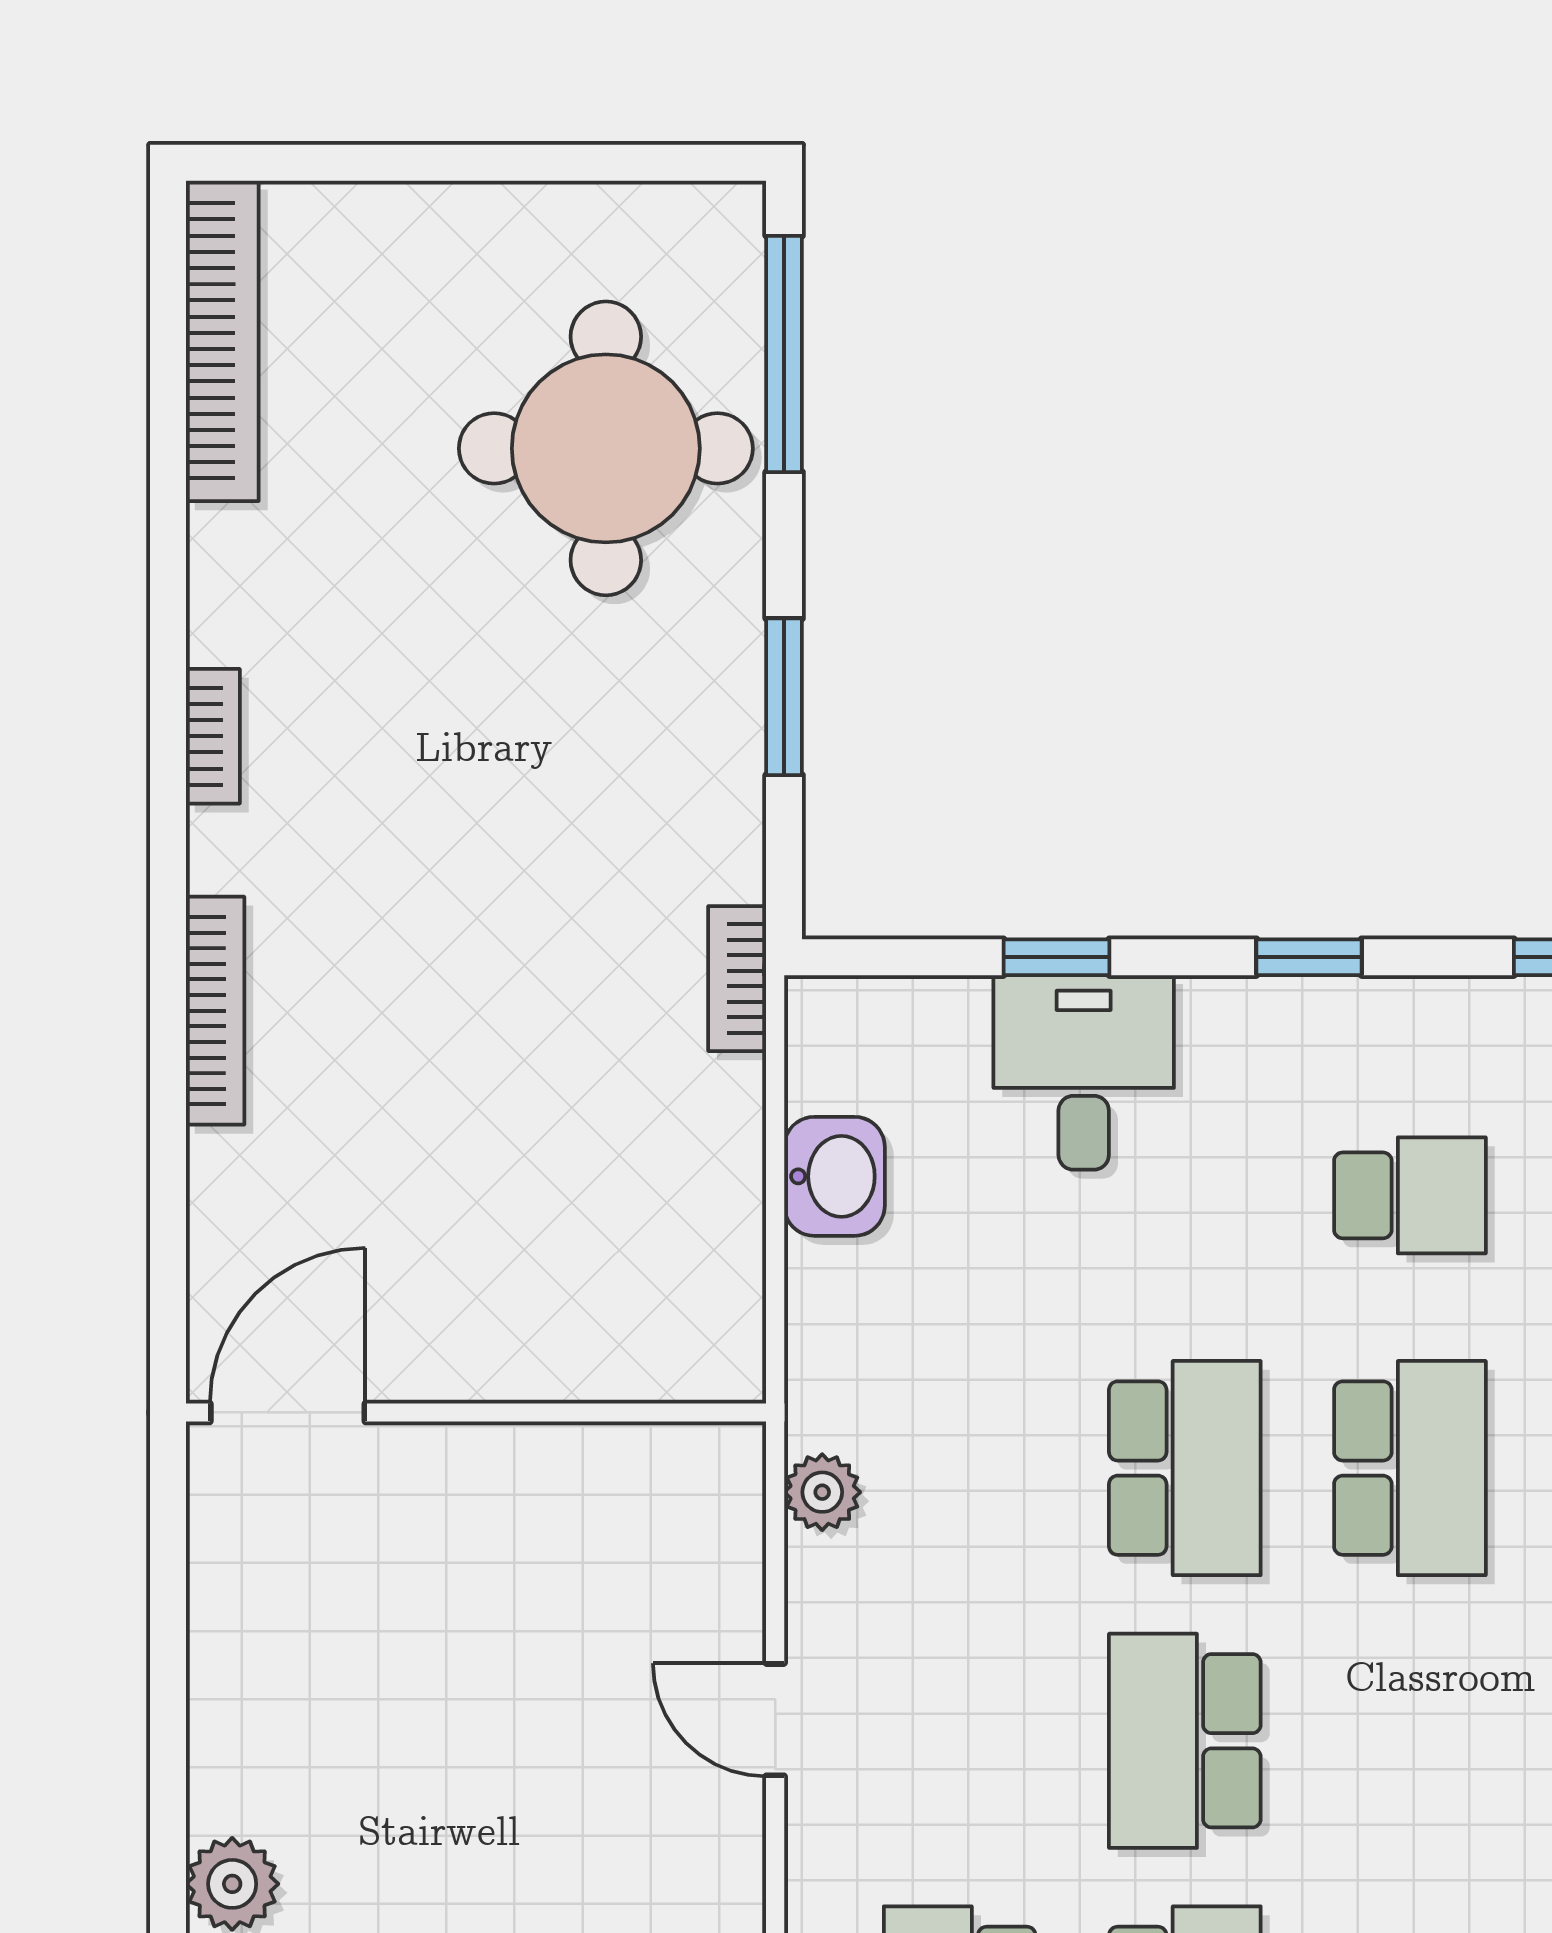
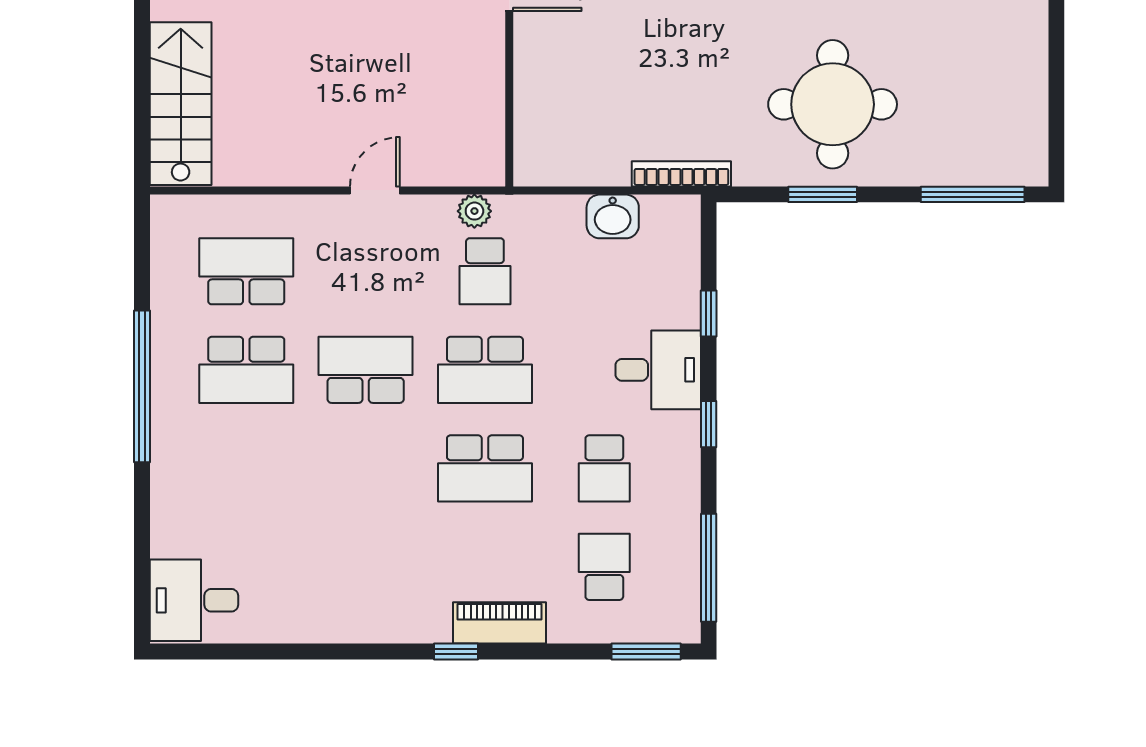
round table: (606, 448) -> (833, 104), moved
bookcase: (737, 979) -> (681, 174), width x1.56
desk: (1084, 1072) -> (658, 370), moved
school desk: (960, 1468) -> (485, 271), added

